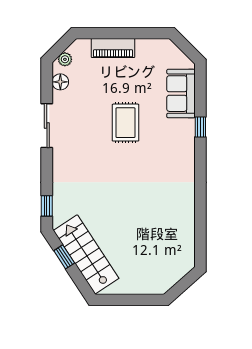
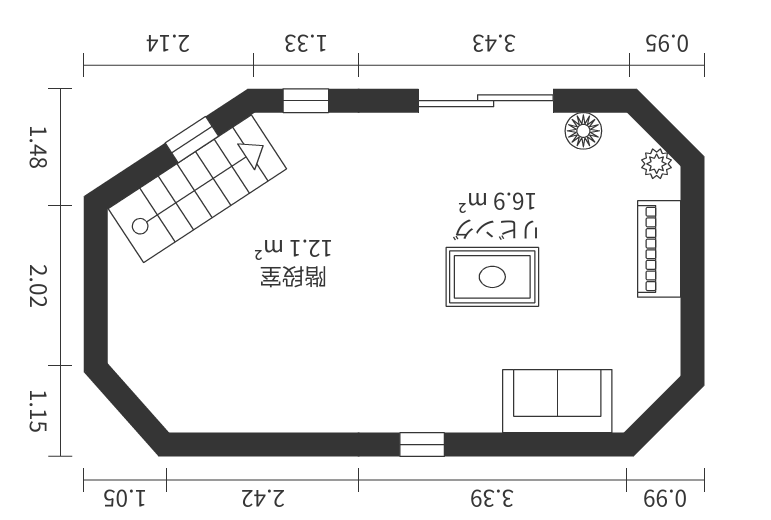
plant: (65, 59) -> (657, 164), moved
sliding door: (47, 126) -> (486, 101), width x1.37
window: (200, 127) -> (422, 445), moved

